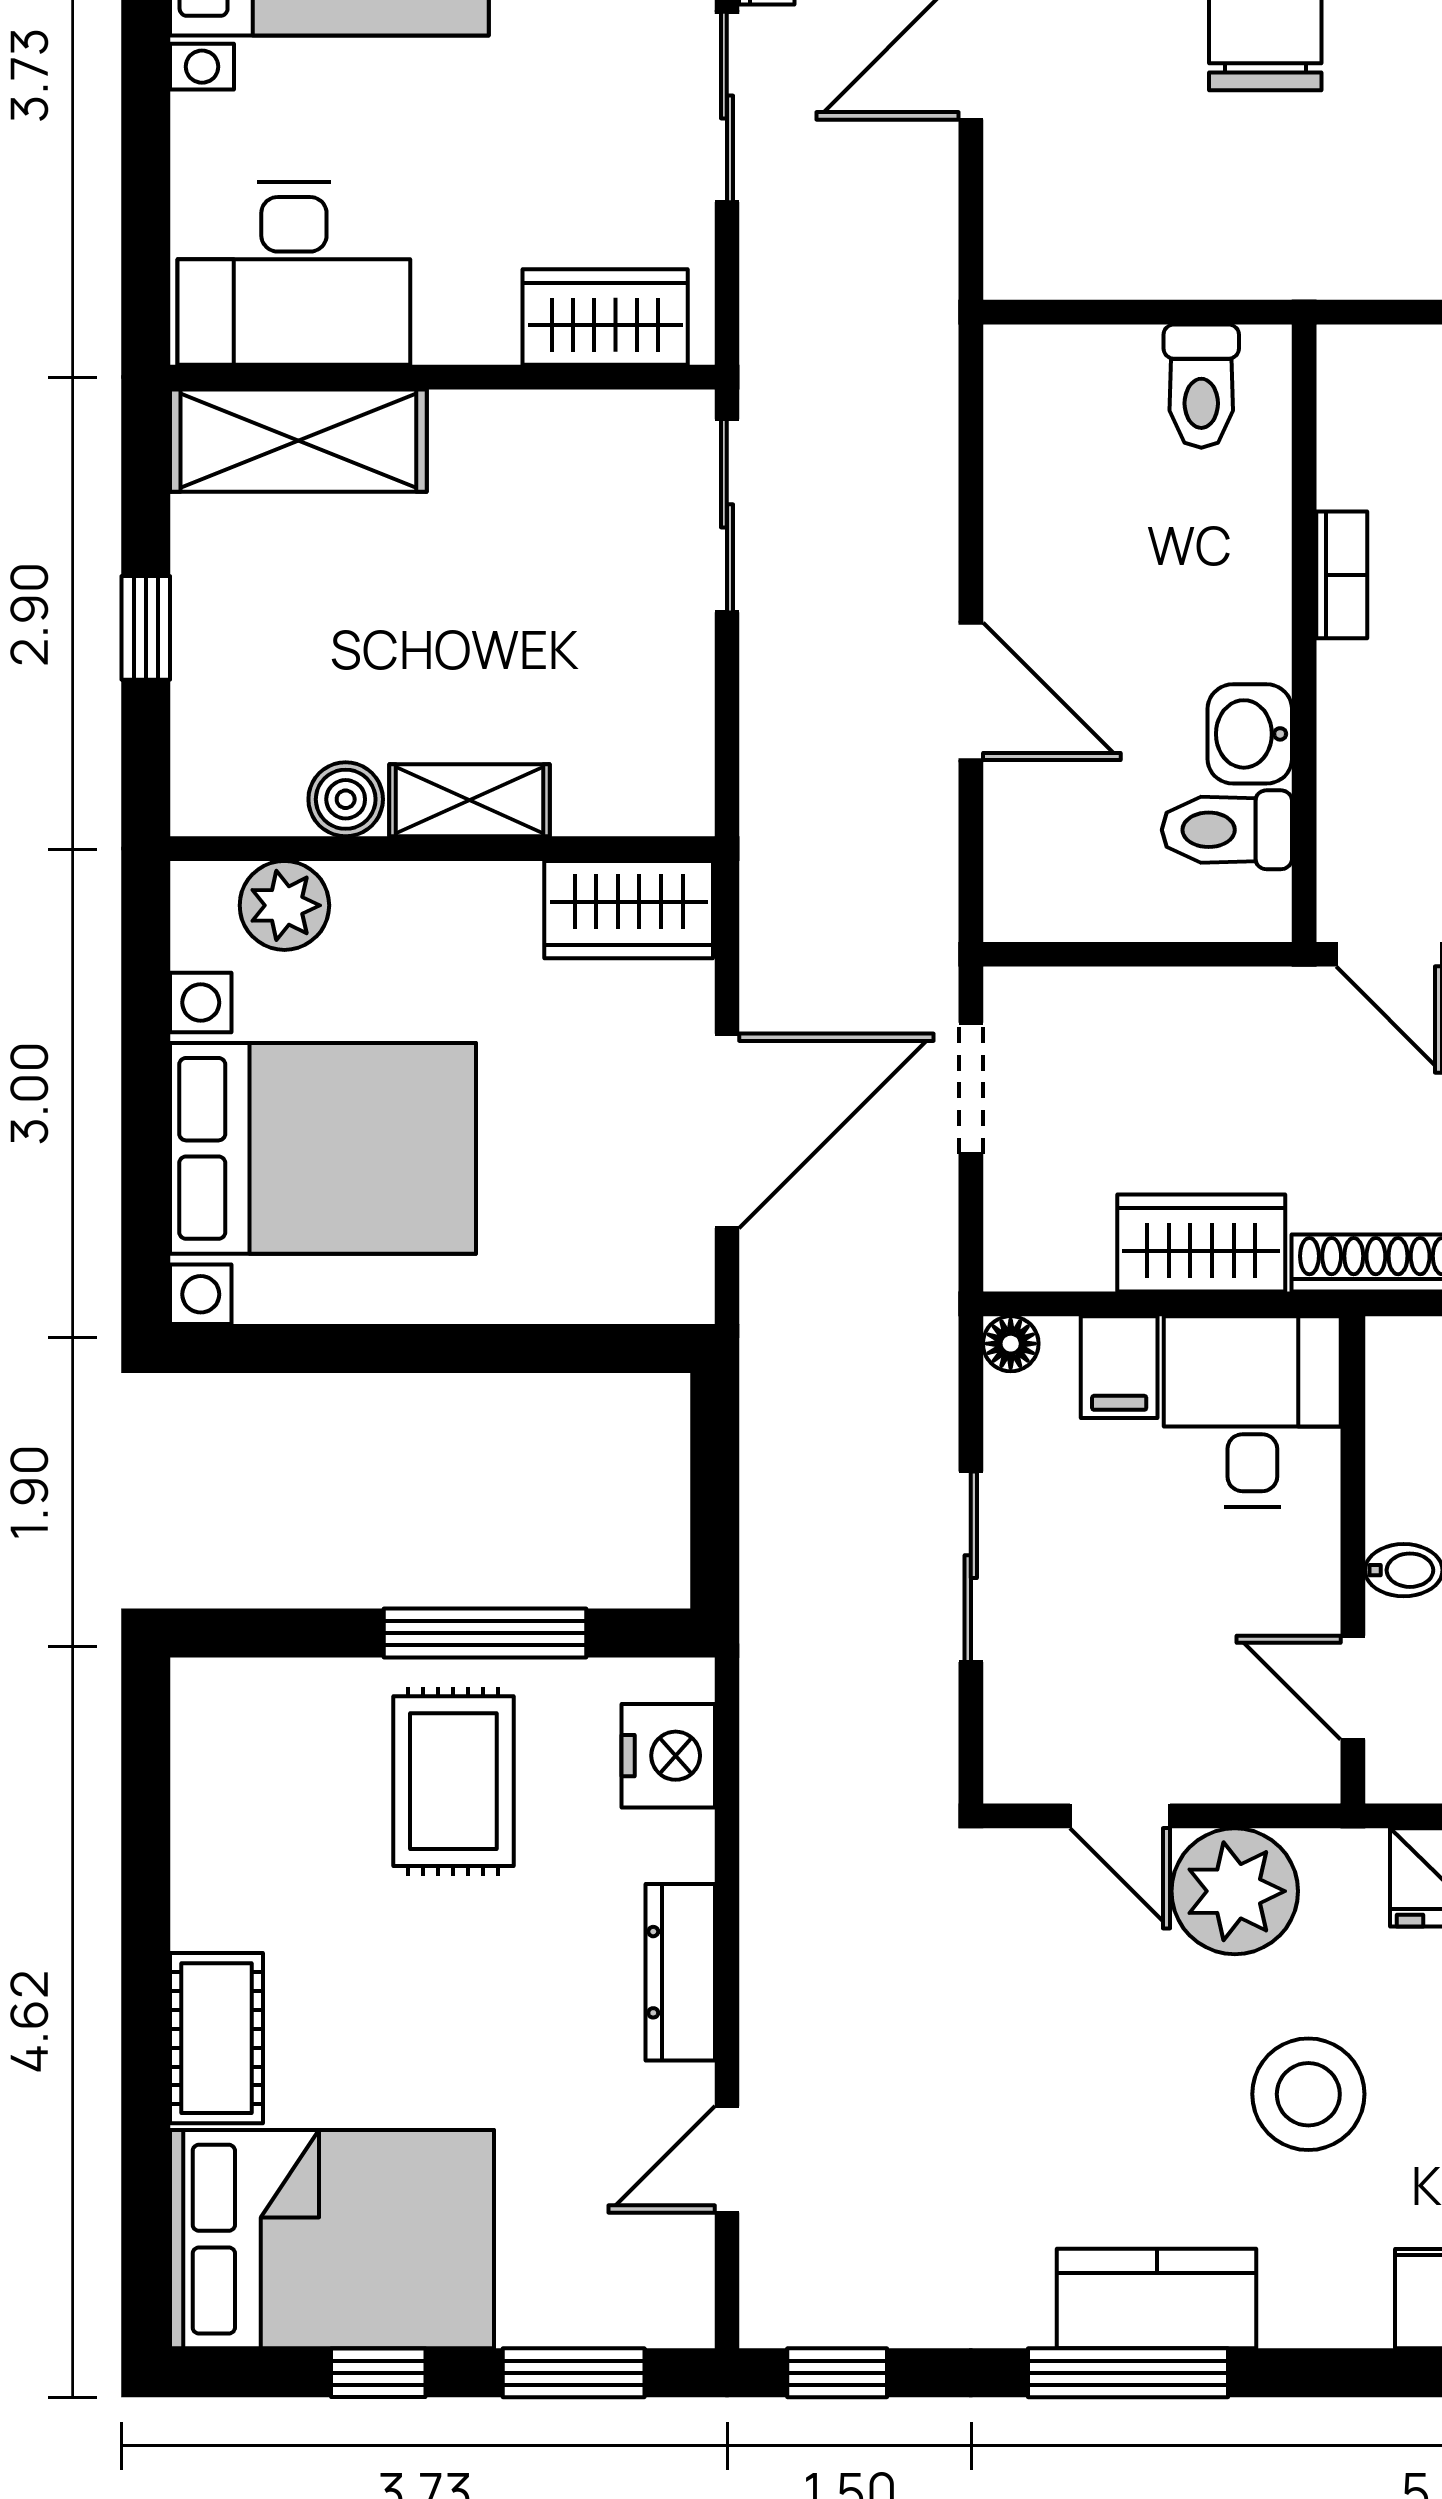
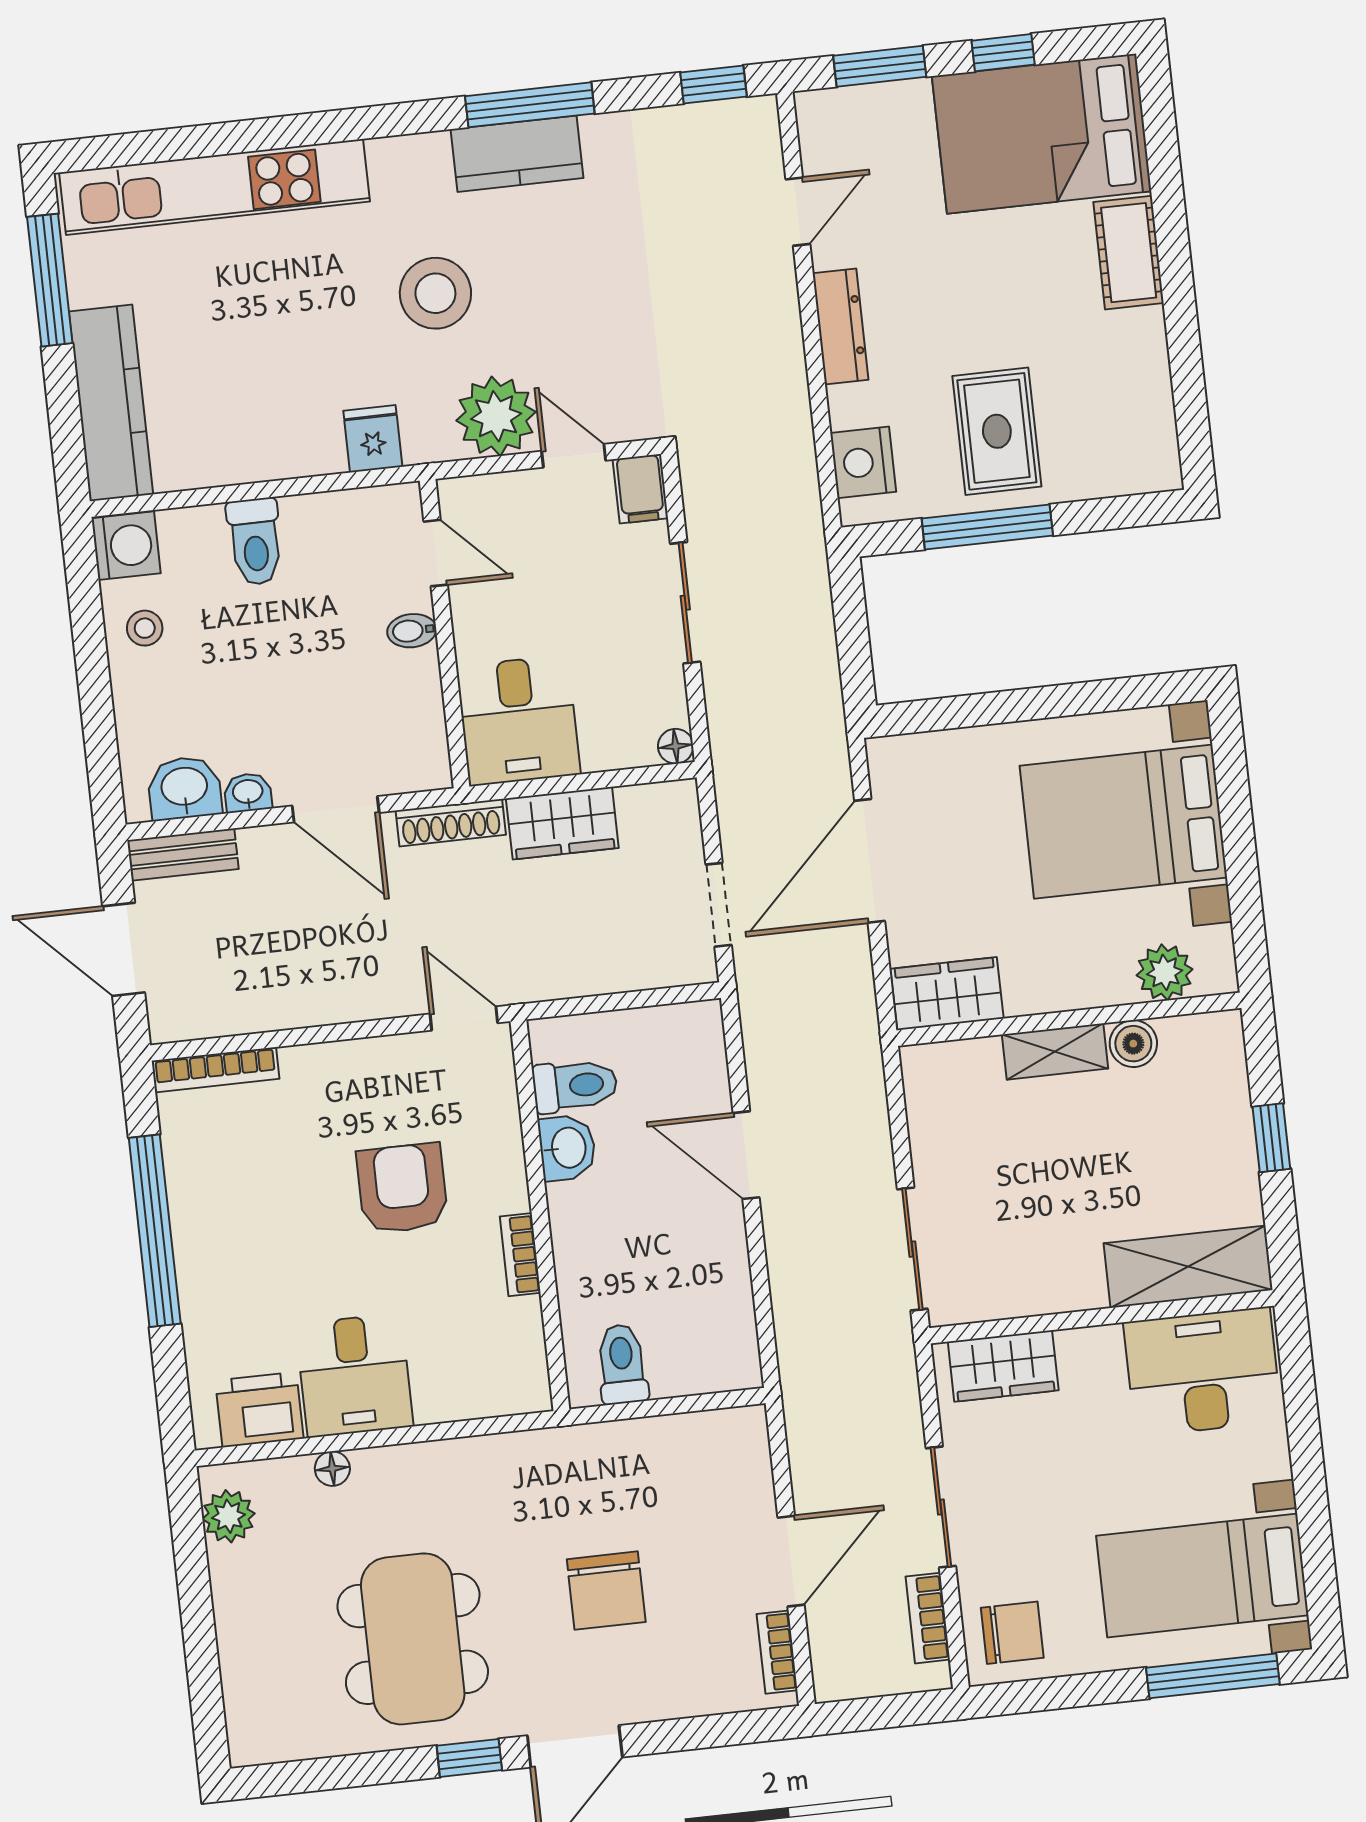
filing cabinet: (1119, 1367) -> (640, 489), moved, turned 180

